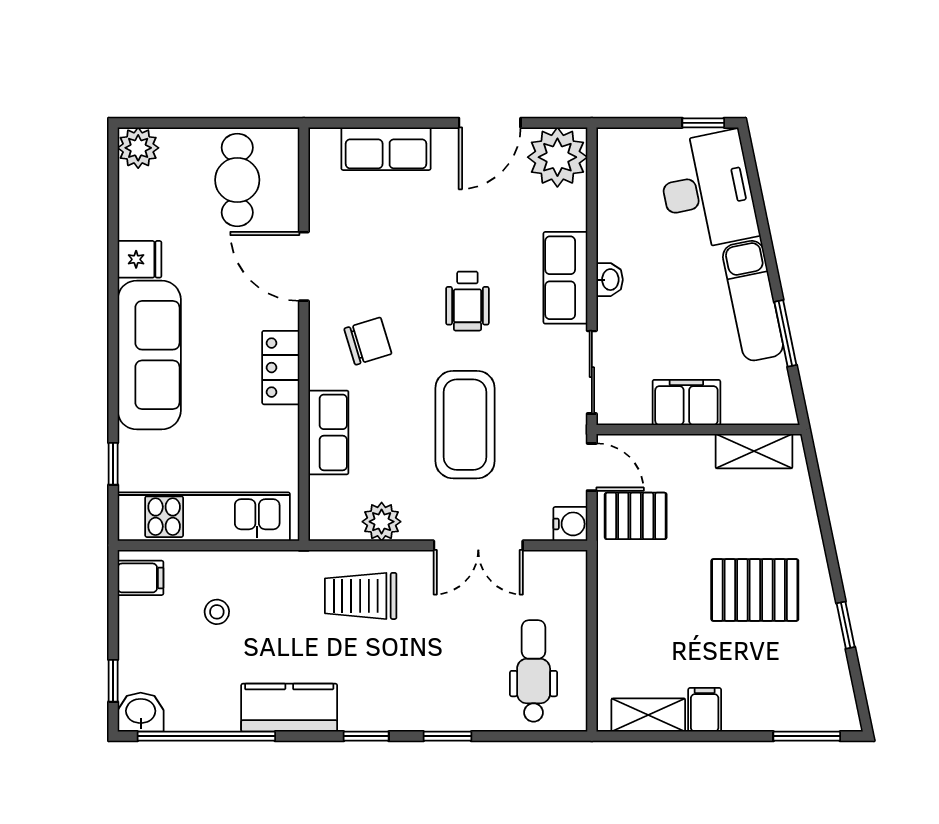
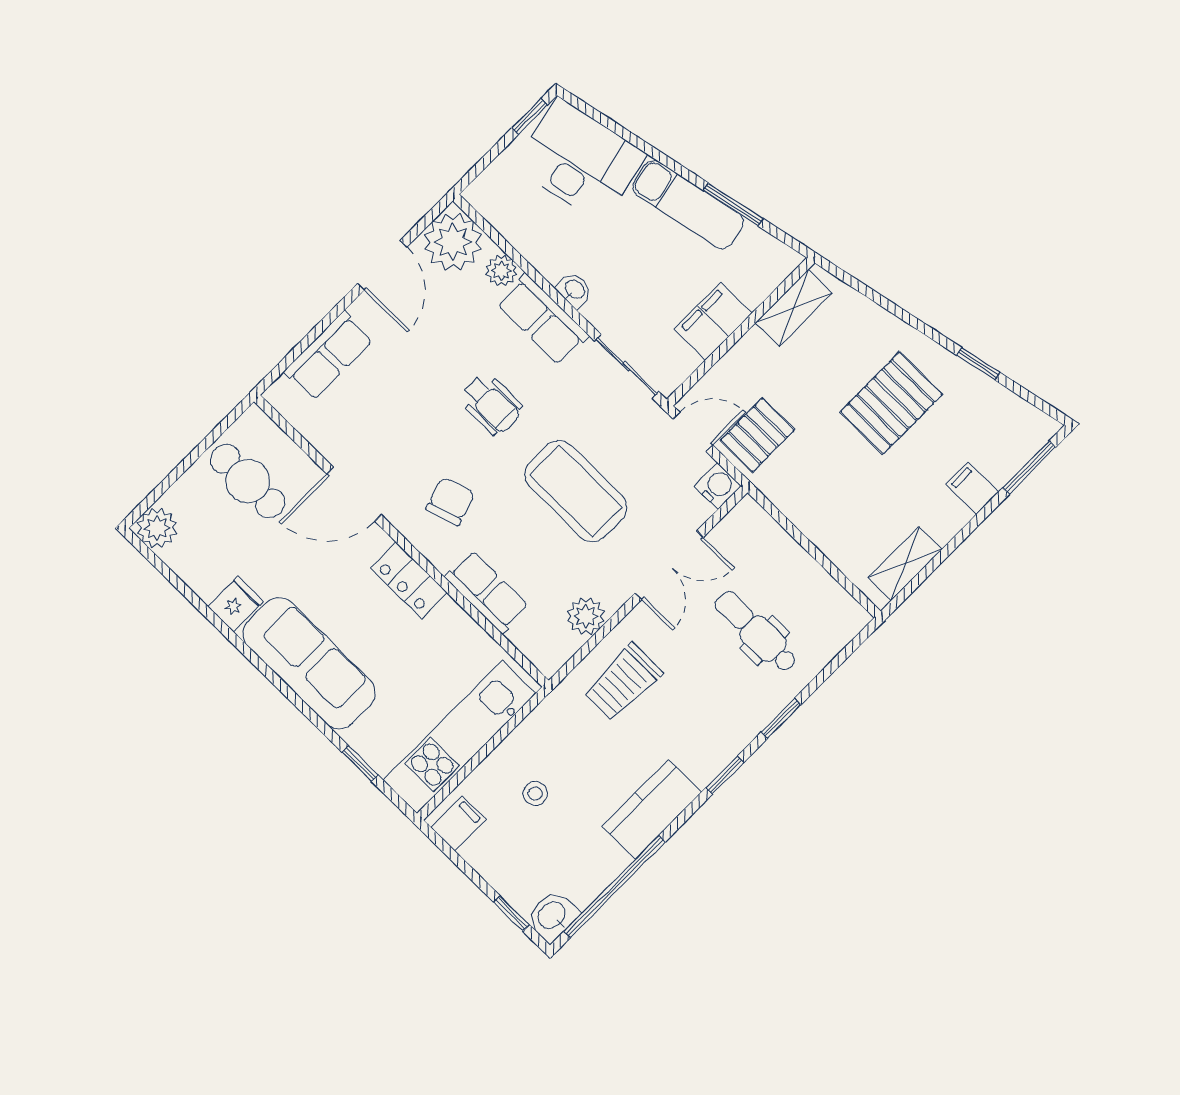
plant: (571, 213) -> (501, 271), added
dental chair: (534, 671) -> (756, 632), moved
filing cabinet: (705, 710) -> (972, 488), moved

